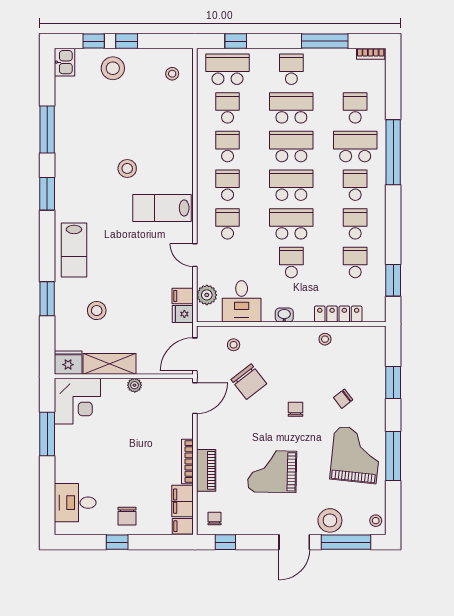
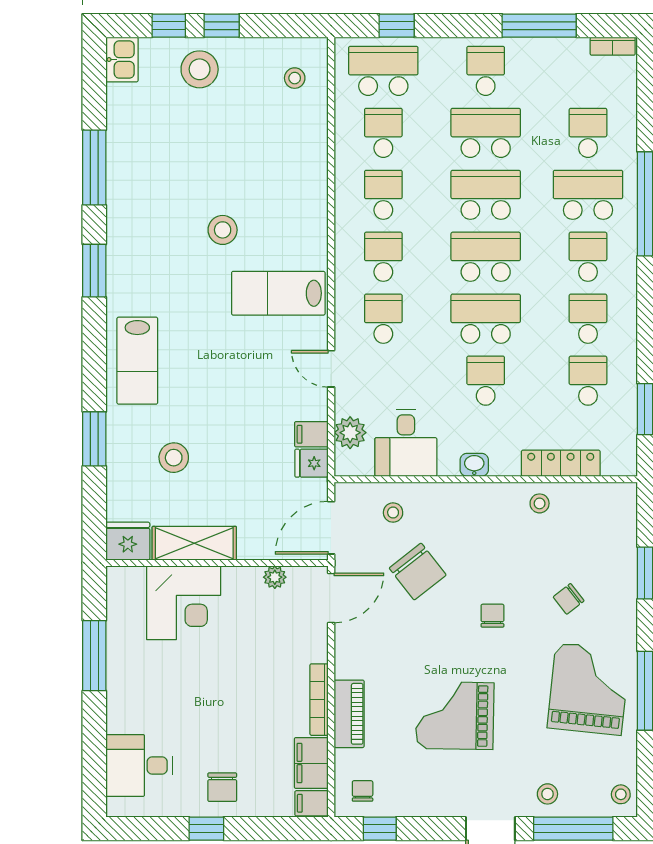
plant: (135, 385) -> (275, 577), moved
corner desk: (77, 401) -> (184, 603), moved
stool: (330, 520) -> (547, 794), width x0.53, depth x0.53

